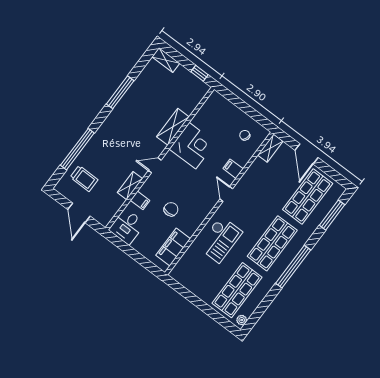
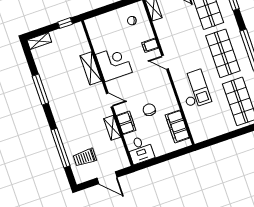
door: (155, 165) -> (110, 100), swing flipped
trolley: (84, 178) -> (85, 157), turned 180
filing cabinet: (140, 200) -> (126, 123), width x2.00

